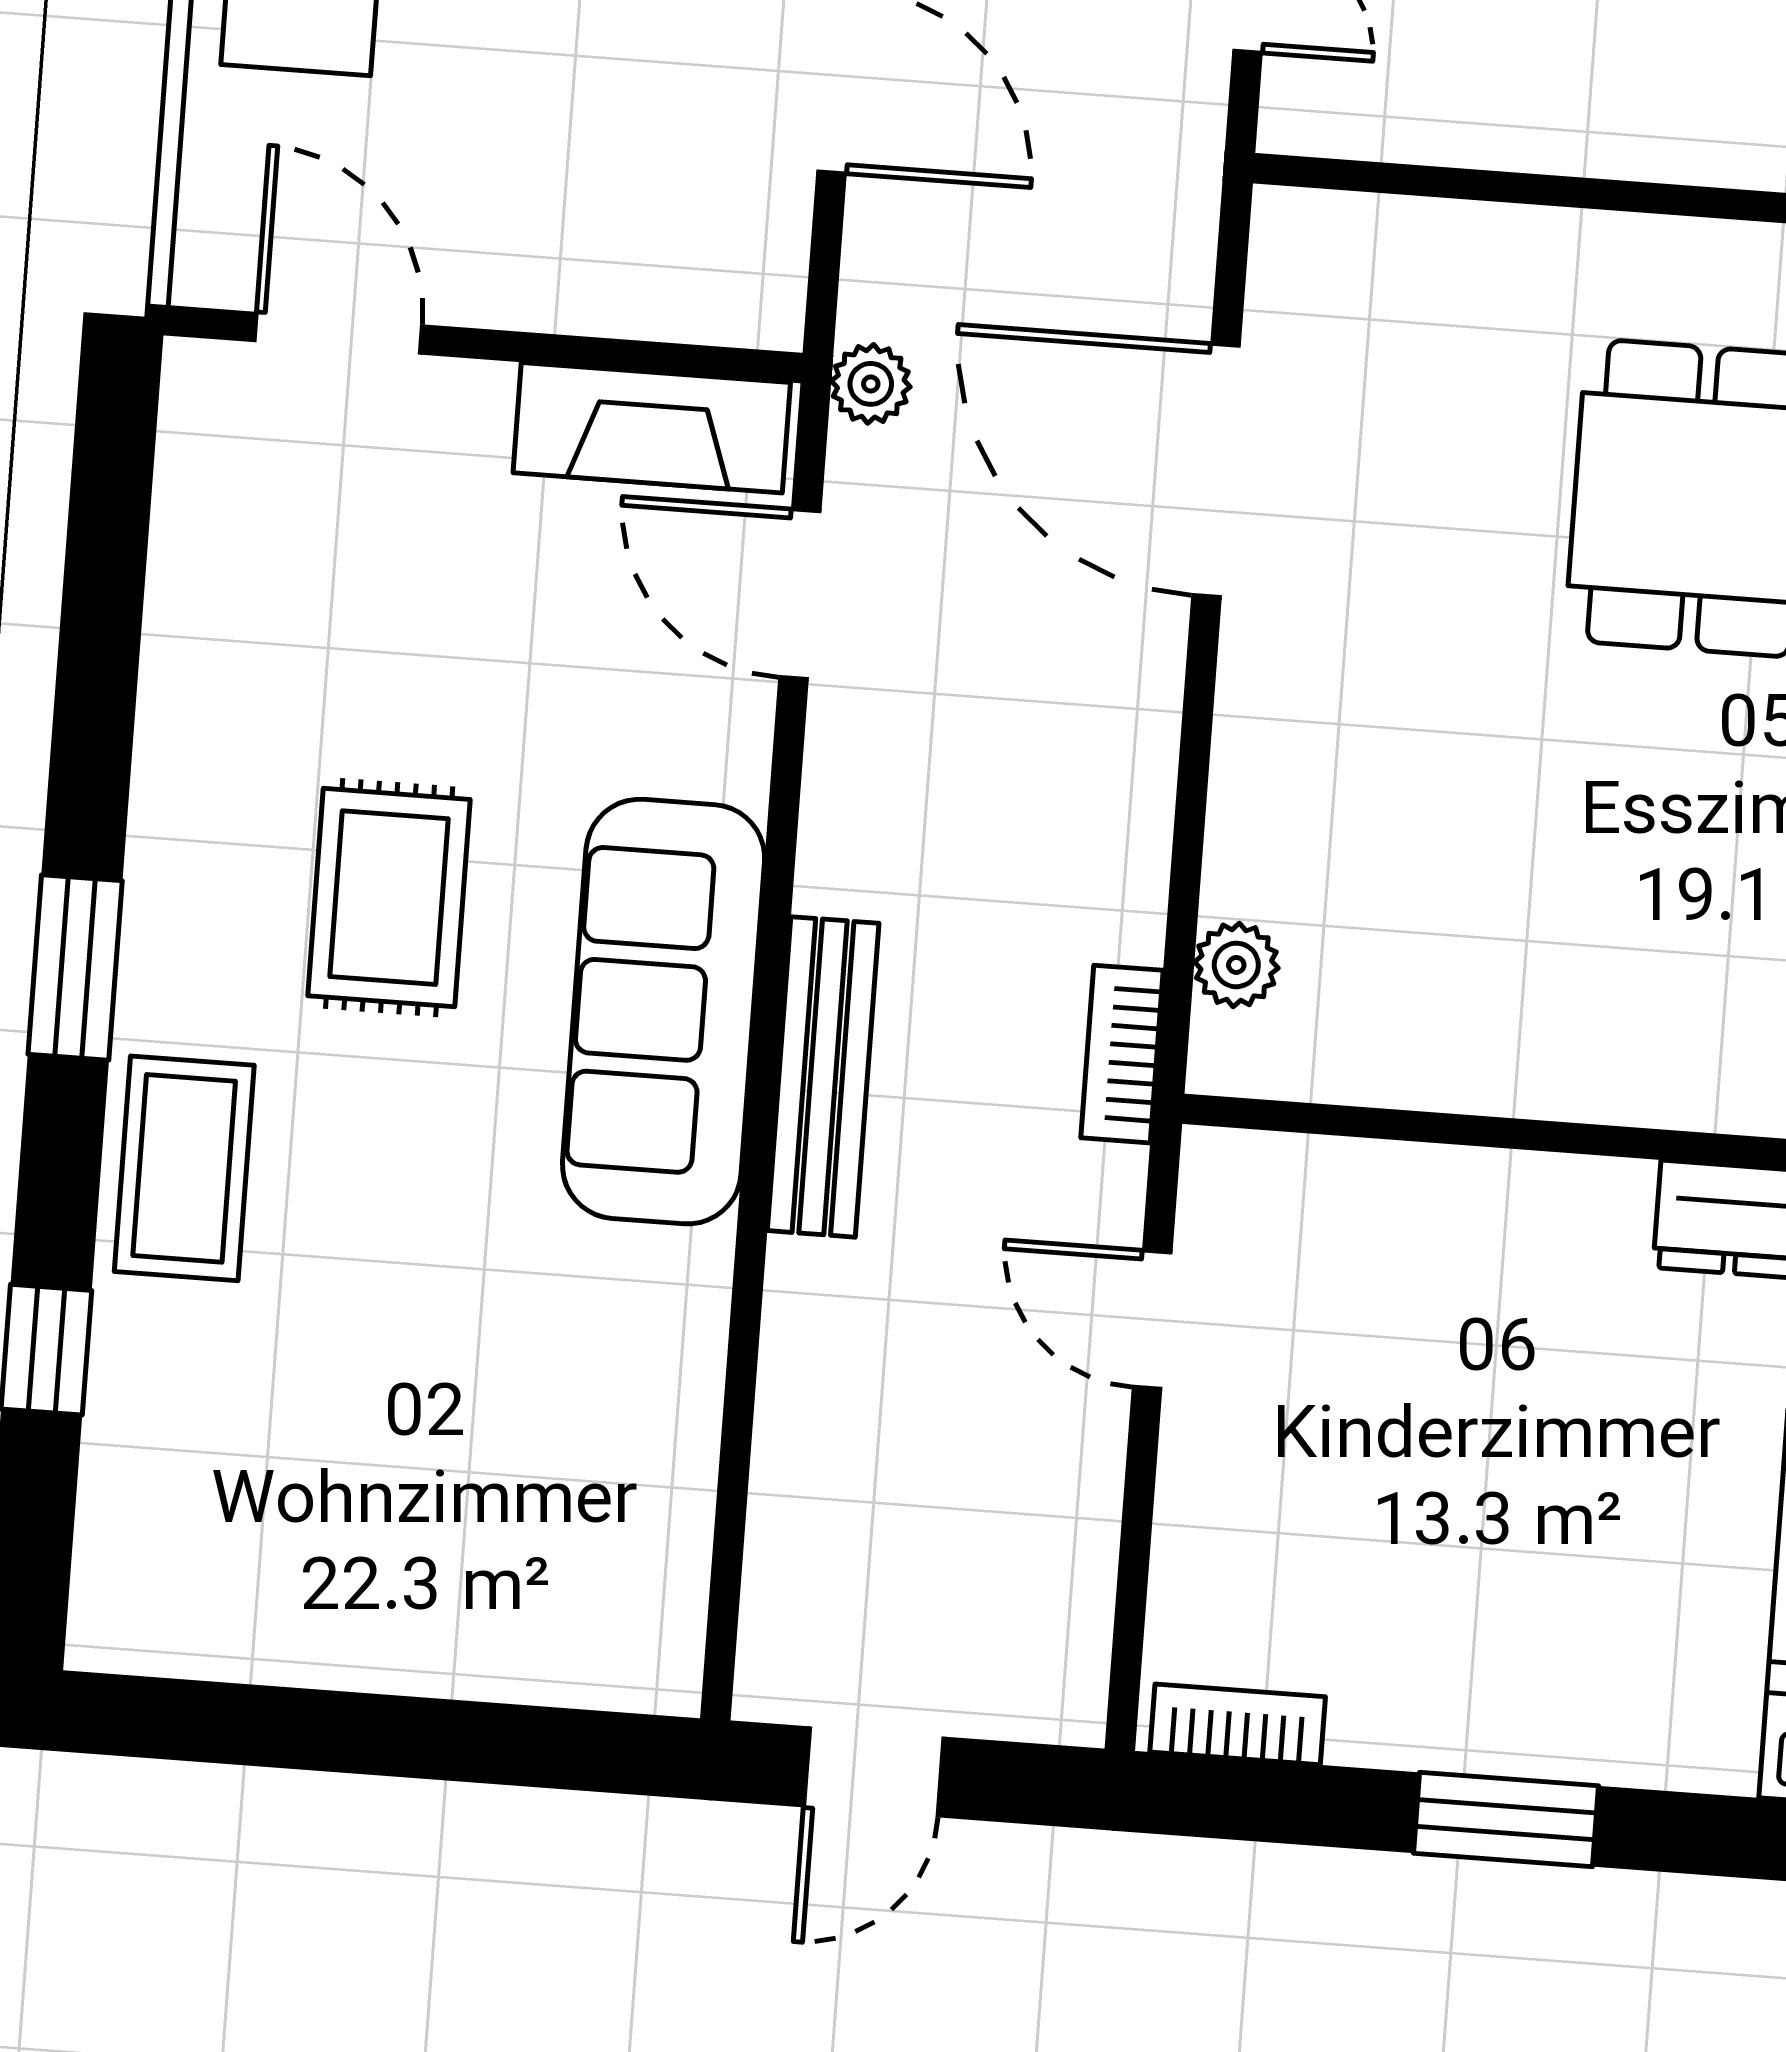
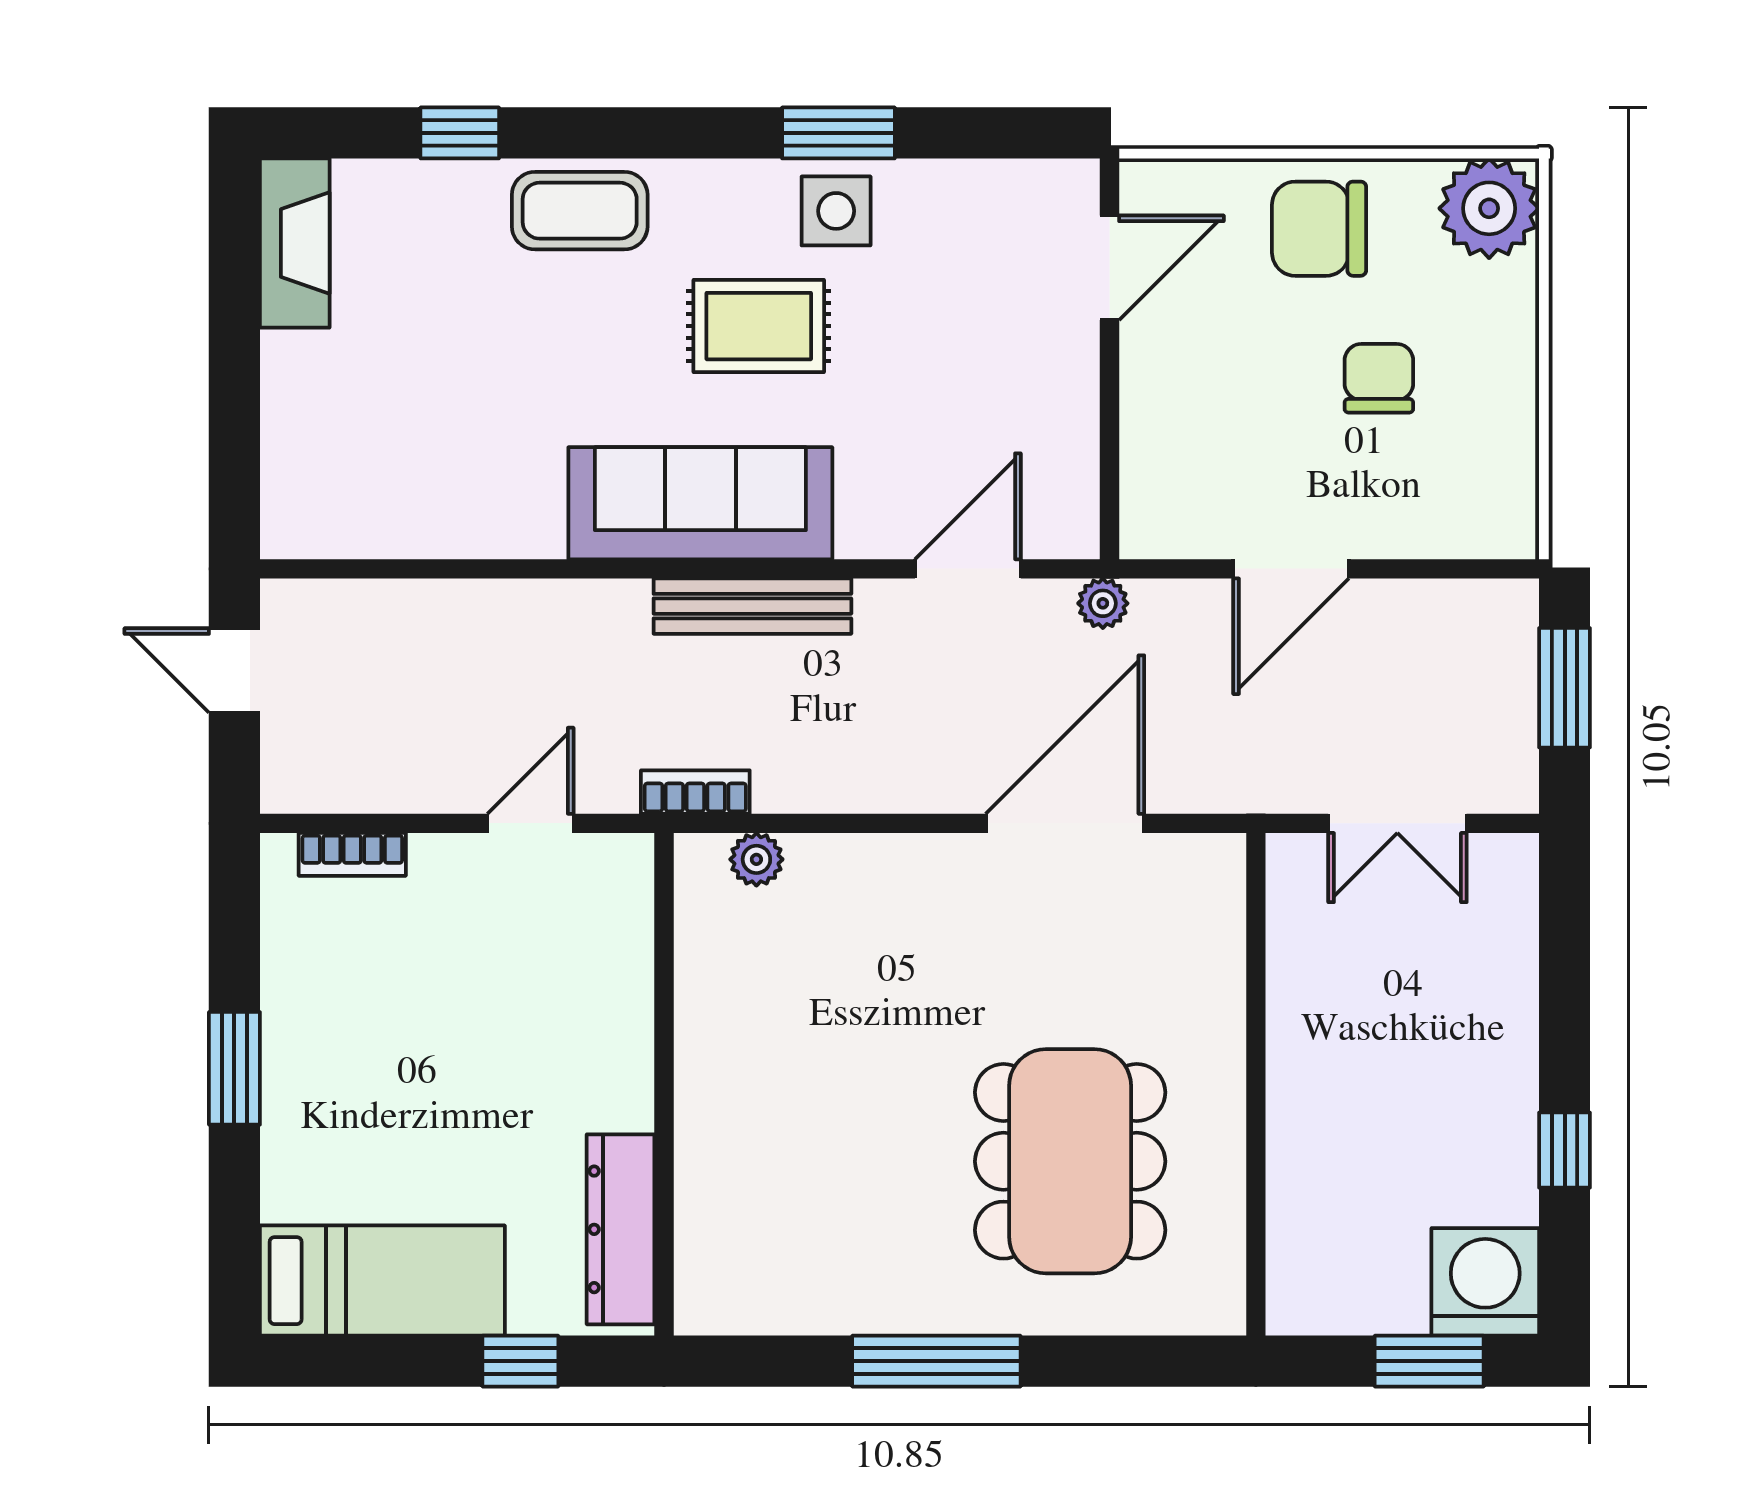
fireplace: (652, 428) -> (295, 243), moved, turned 180
side table: (215, 761) -> (836, 211), added
window: (75, 967) -> (838, 133), moved
bench: (823, 1077) -> (752, 606), moved
bookcase: (1238, 1724) -> (352, 854), moved, turned 90

